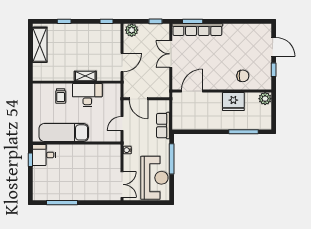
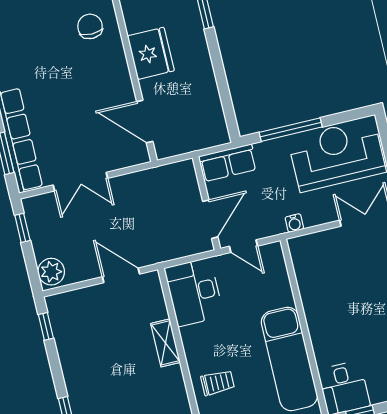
desk: (87, 95) -> (194, 292), moved
door: (138, 99) -> (210, 219), moved
wall: (146, 99) -> (206, 203), moved
fridge: (233, 102) -> (151, 53), moved

